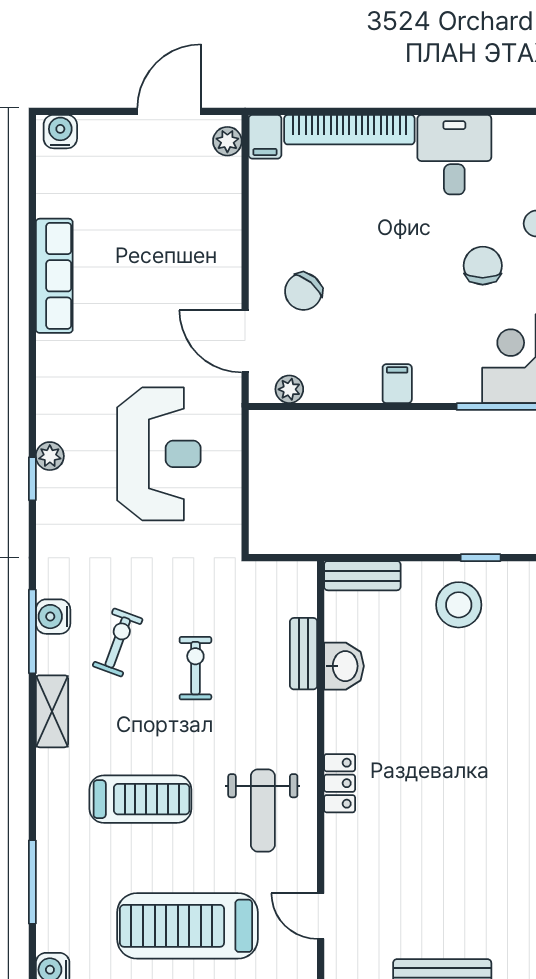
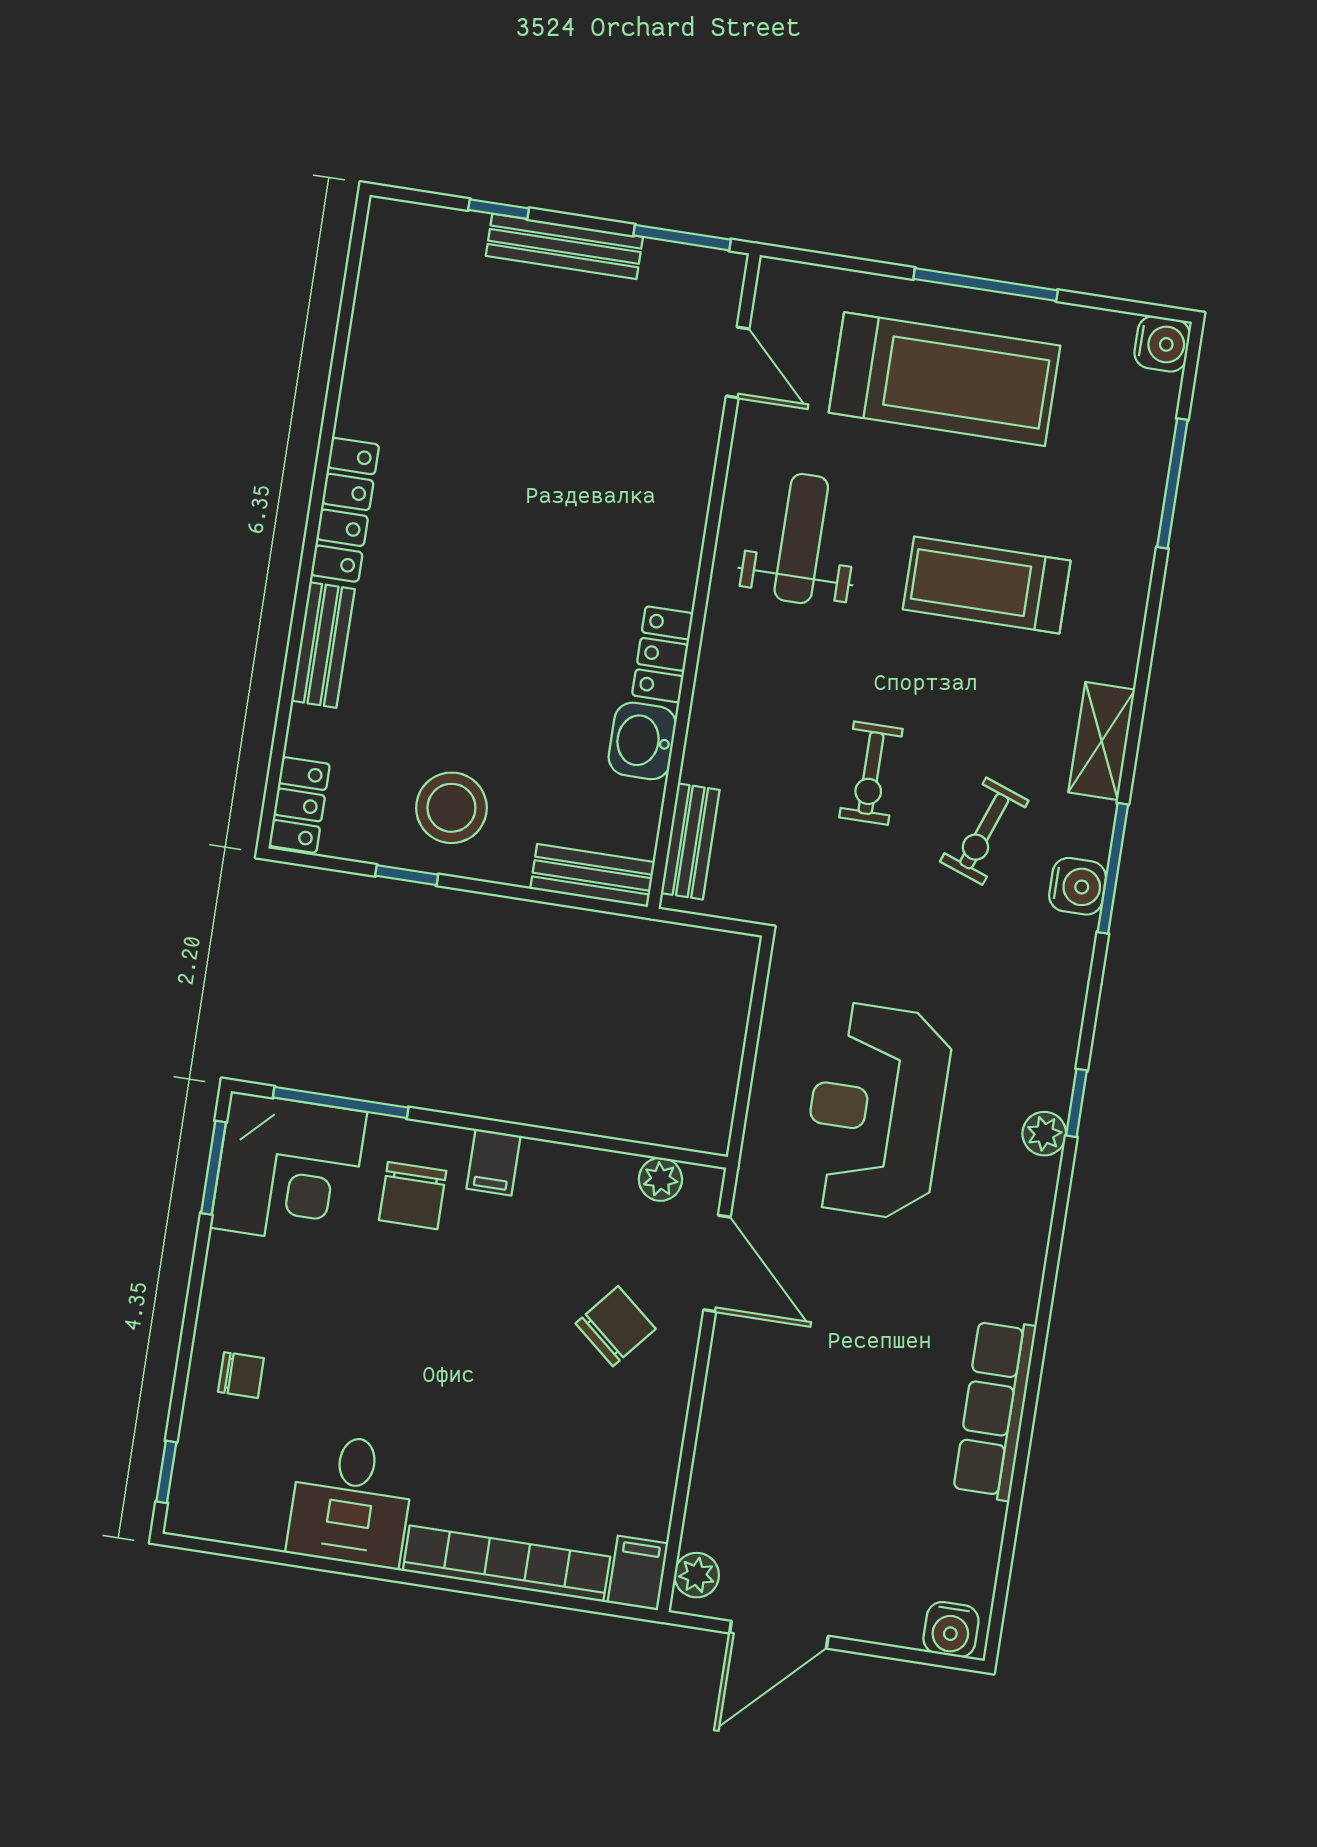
chair: (483, 266) -> (413, 1196), moved
bench: (304, 654) -> (690, 841), moved
locker: (340, 783) -> (663, 654), moved

